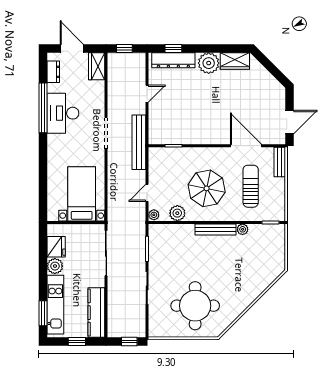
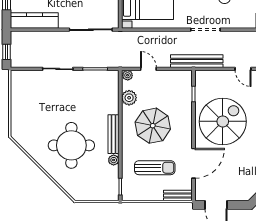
spiral stairs: (202, 115) -> (223, 121), added
round table: (195, 306) -> (71, 145), moved

